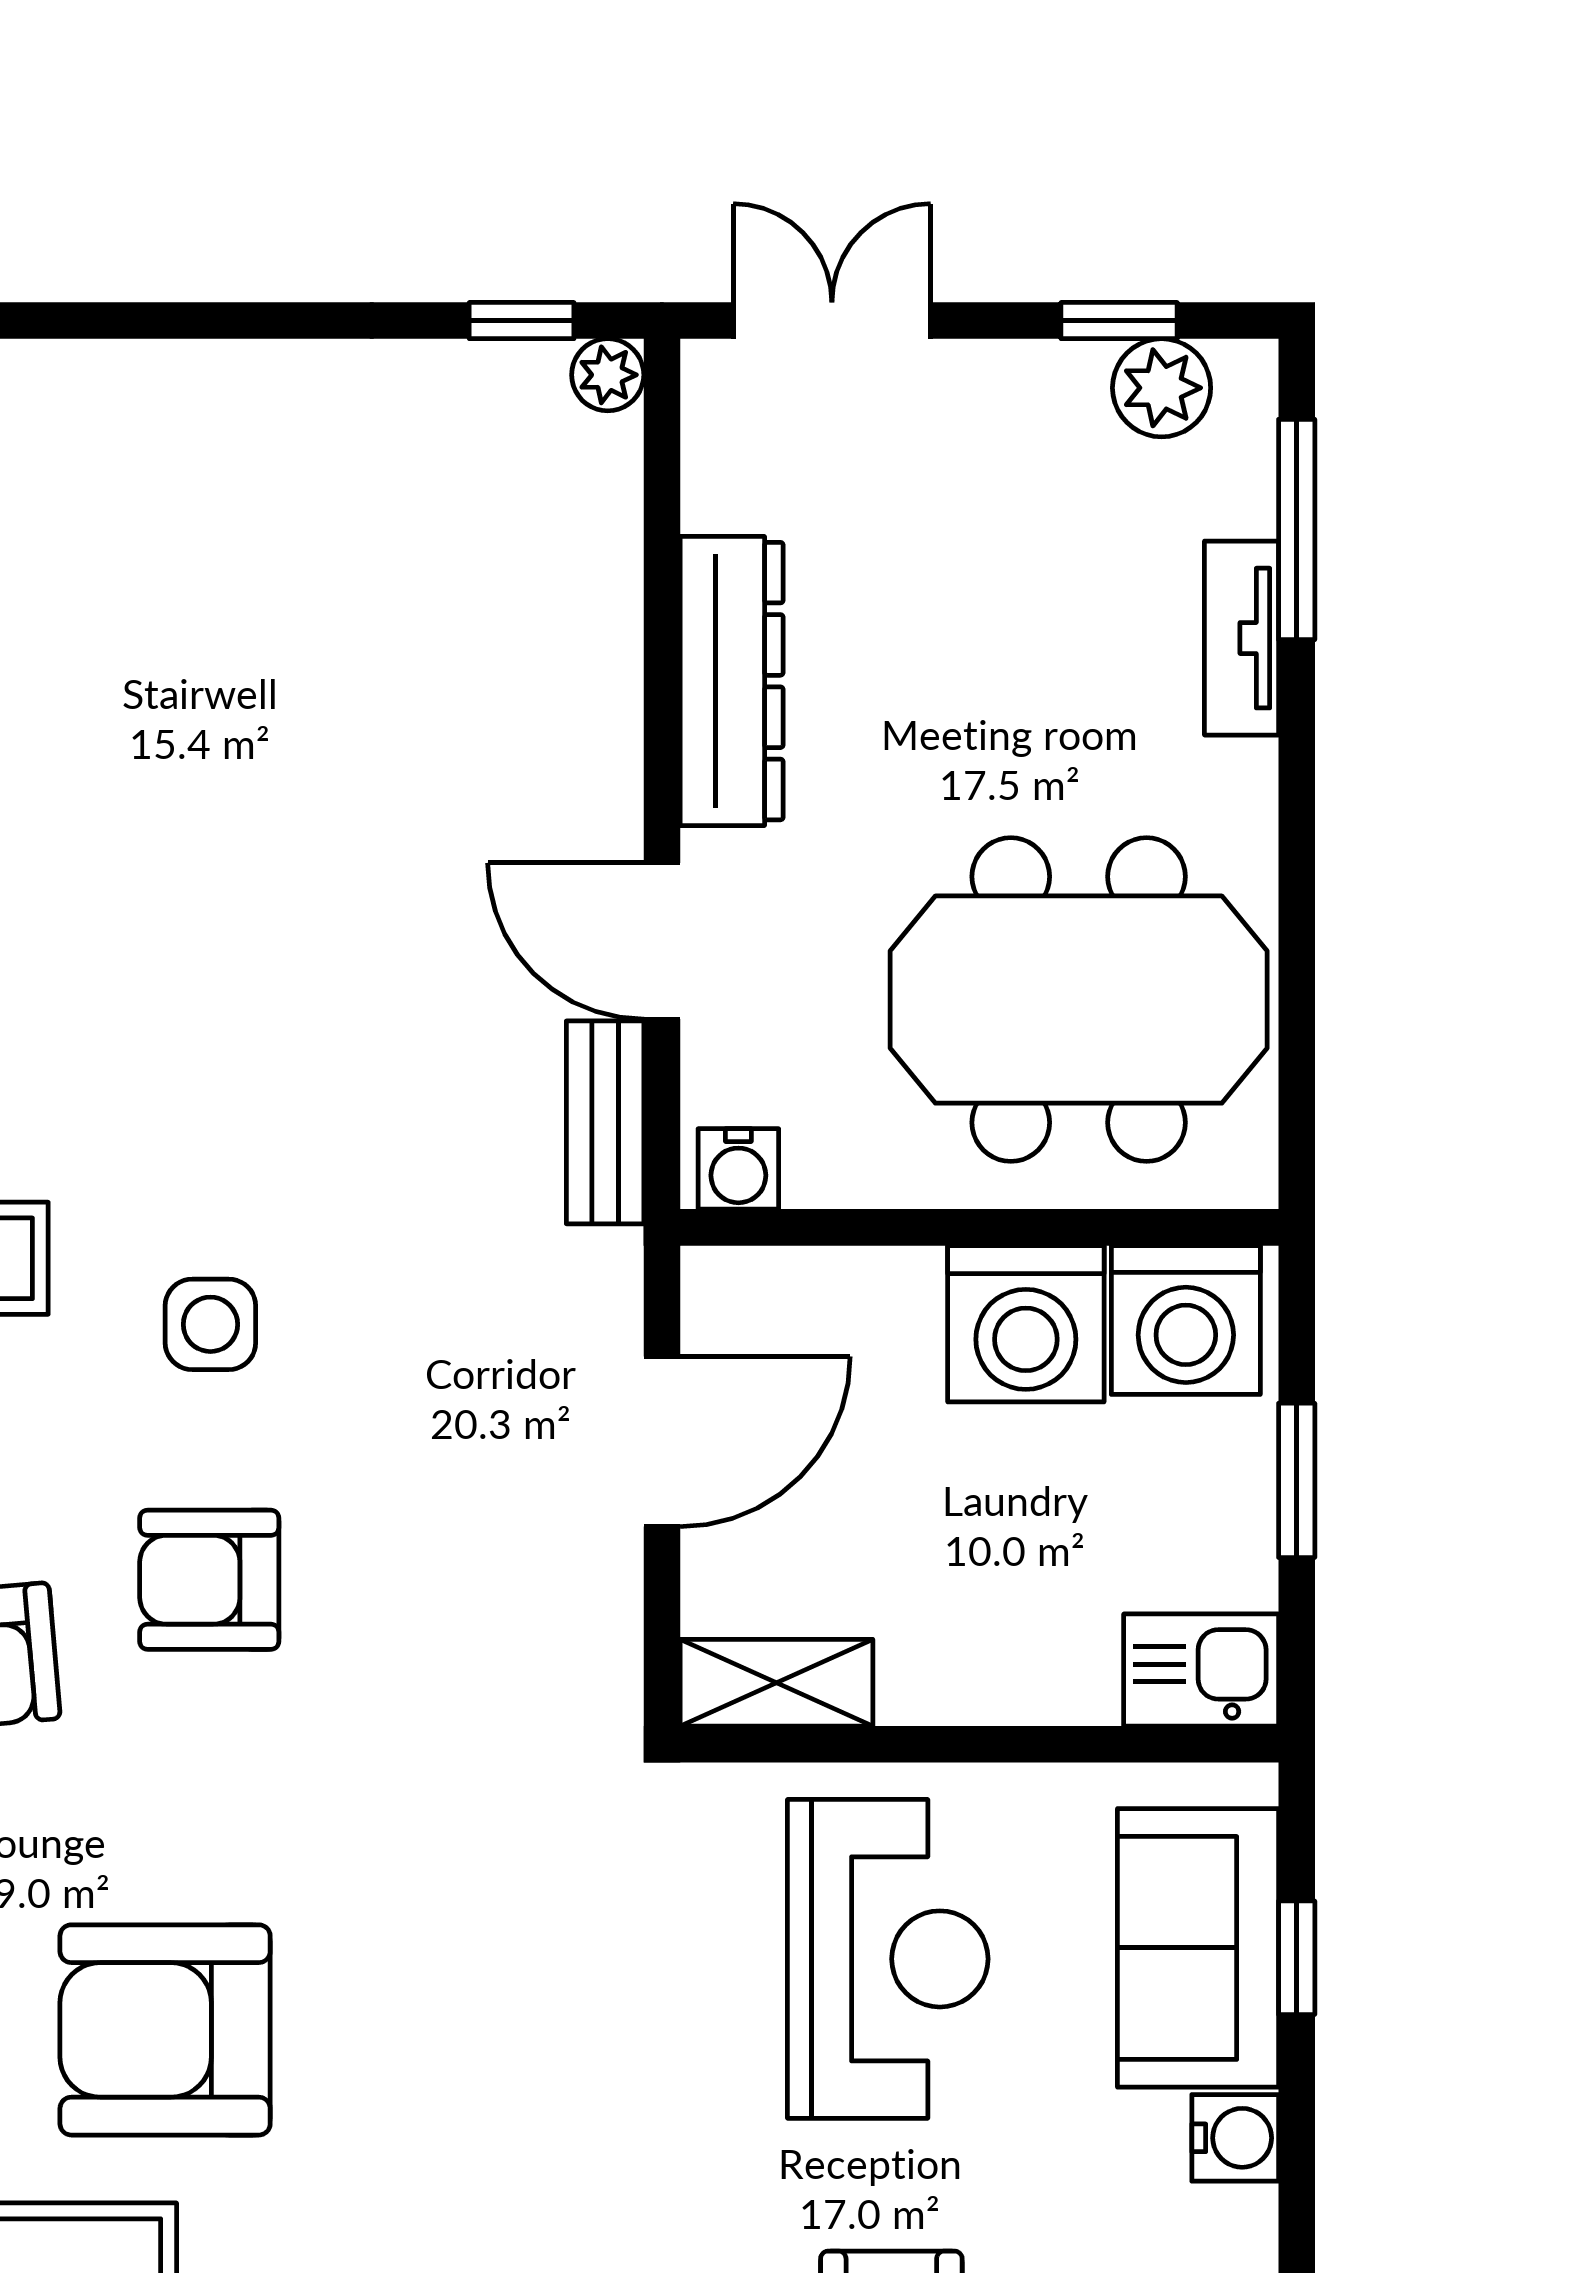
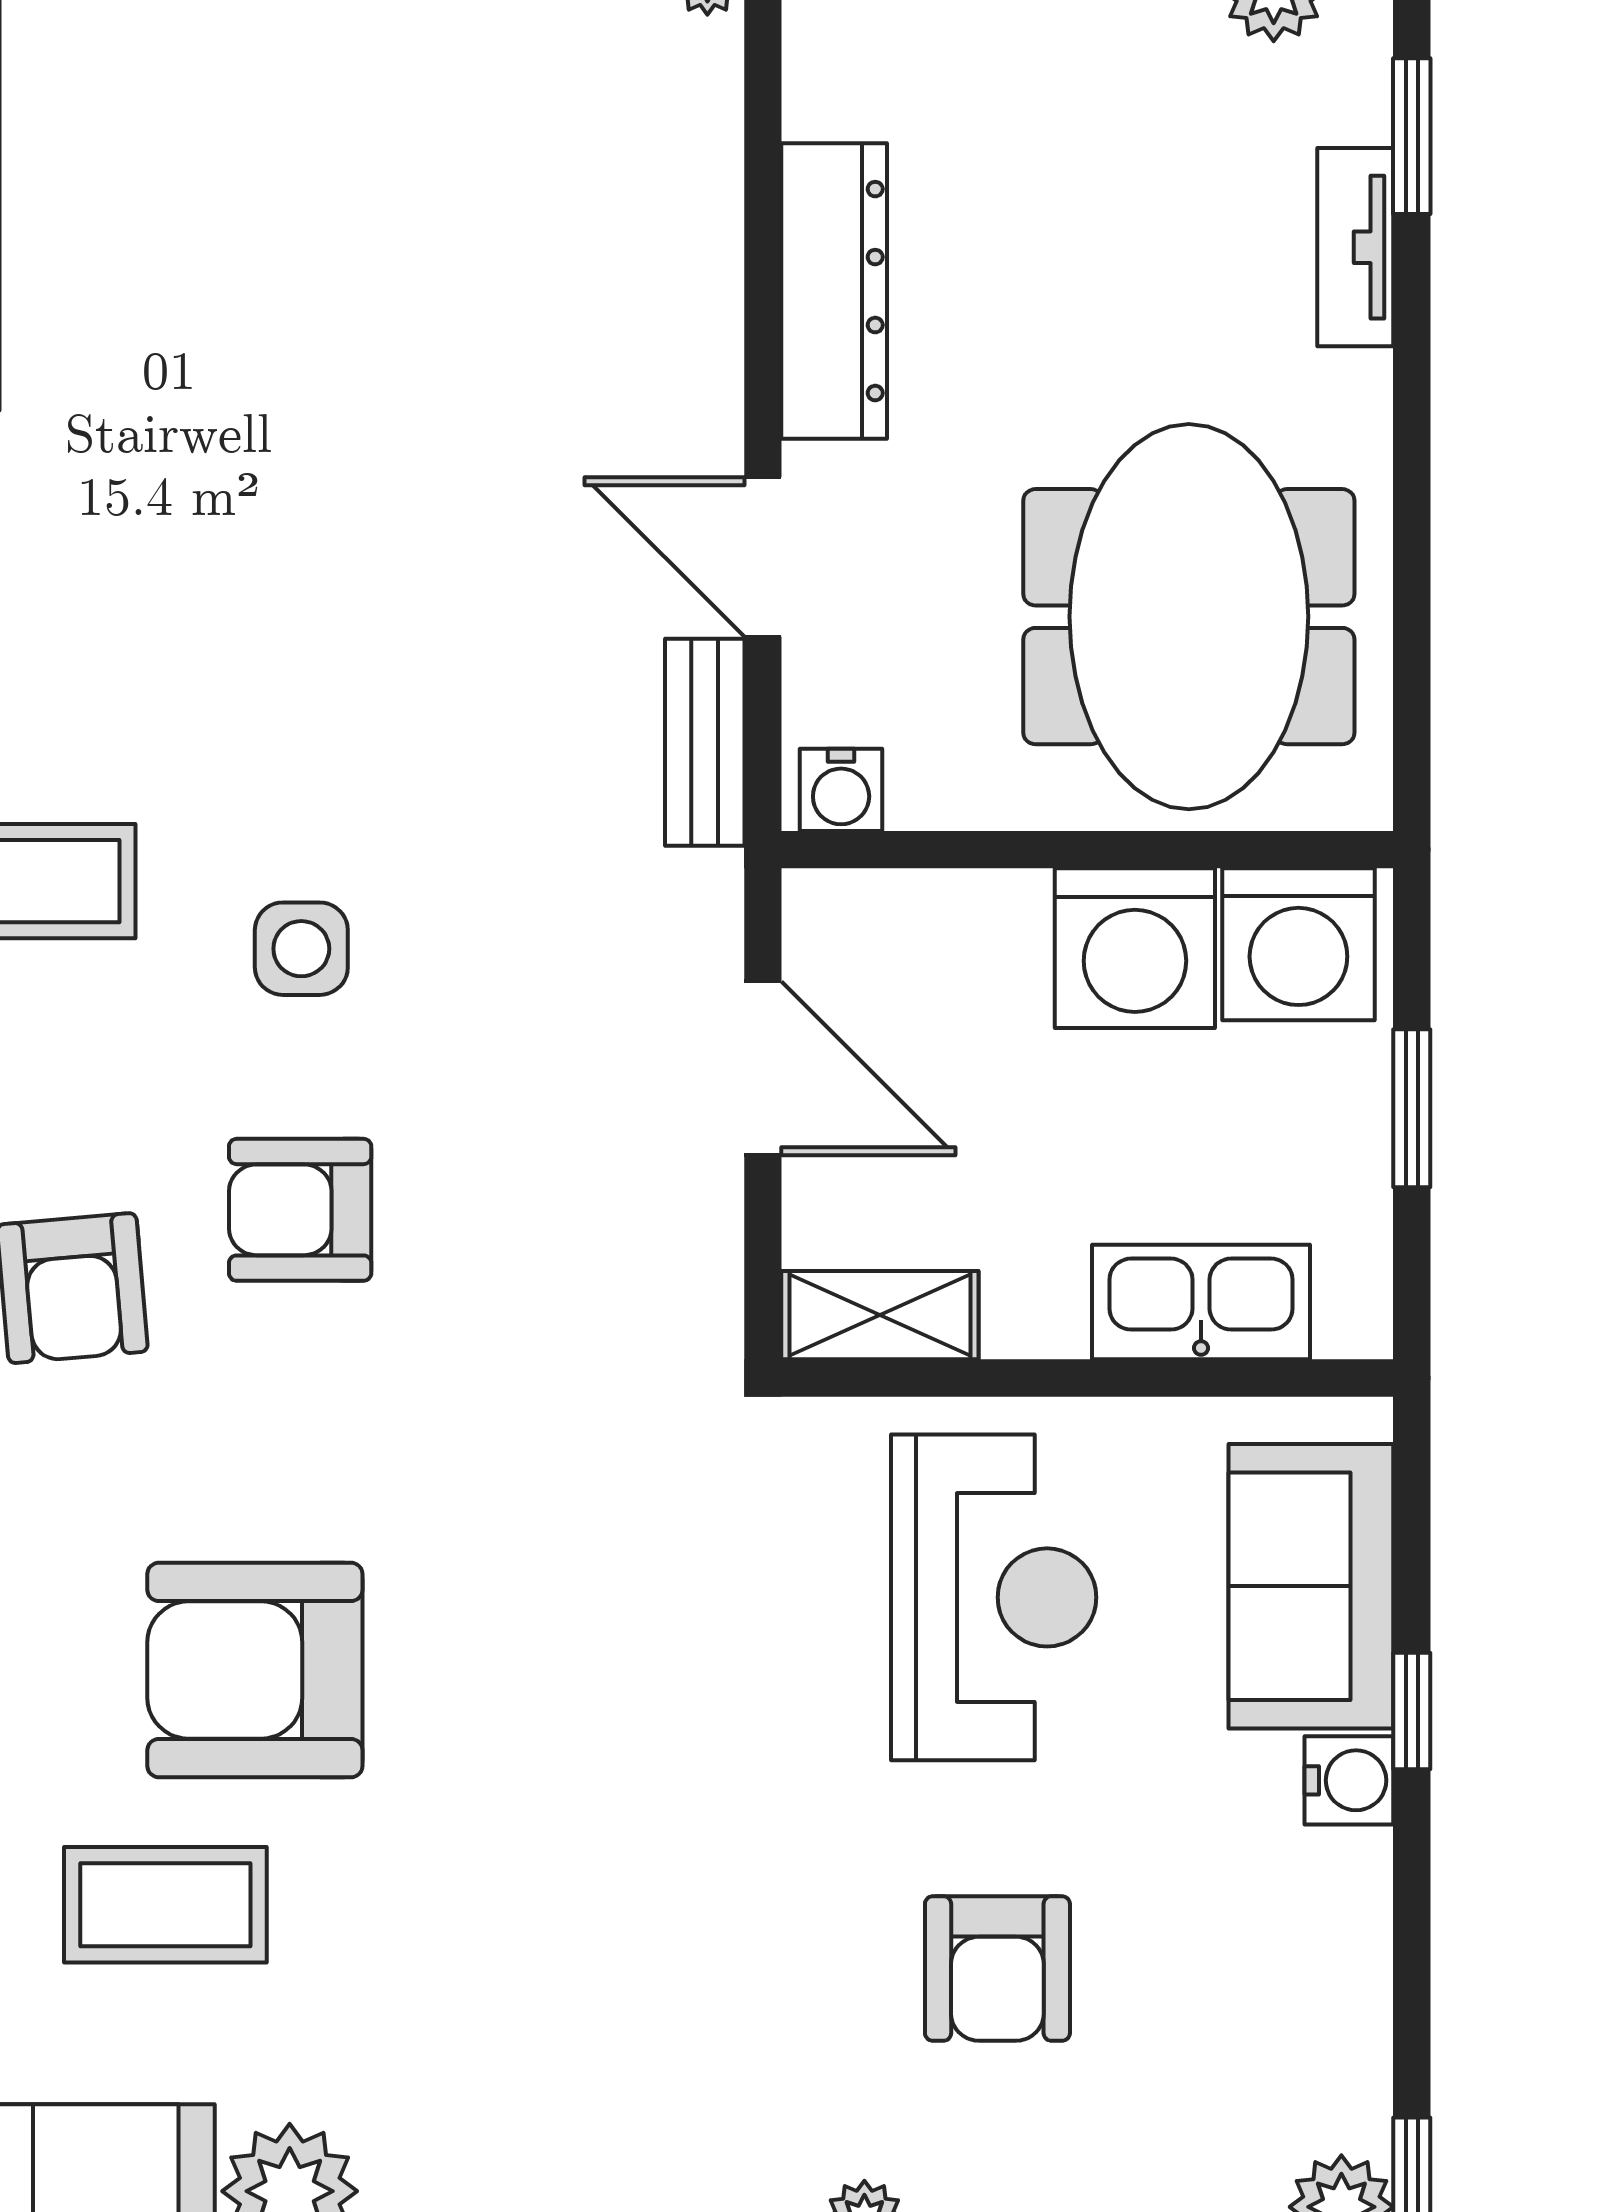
window: (1297, 530) -> (1412, 136), width x0.69
meeting table: (1079, 1000) -> (1189, 617), turned 90
door: (662, 1441) -> (763, 1068), hinge flipped
kitchen sink: (1201, 1670) -> (1201, 1302), moved, width x1.38
window: (1297, 1958) -> (1412, 1711), moved

